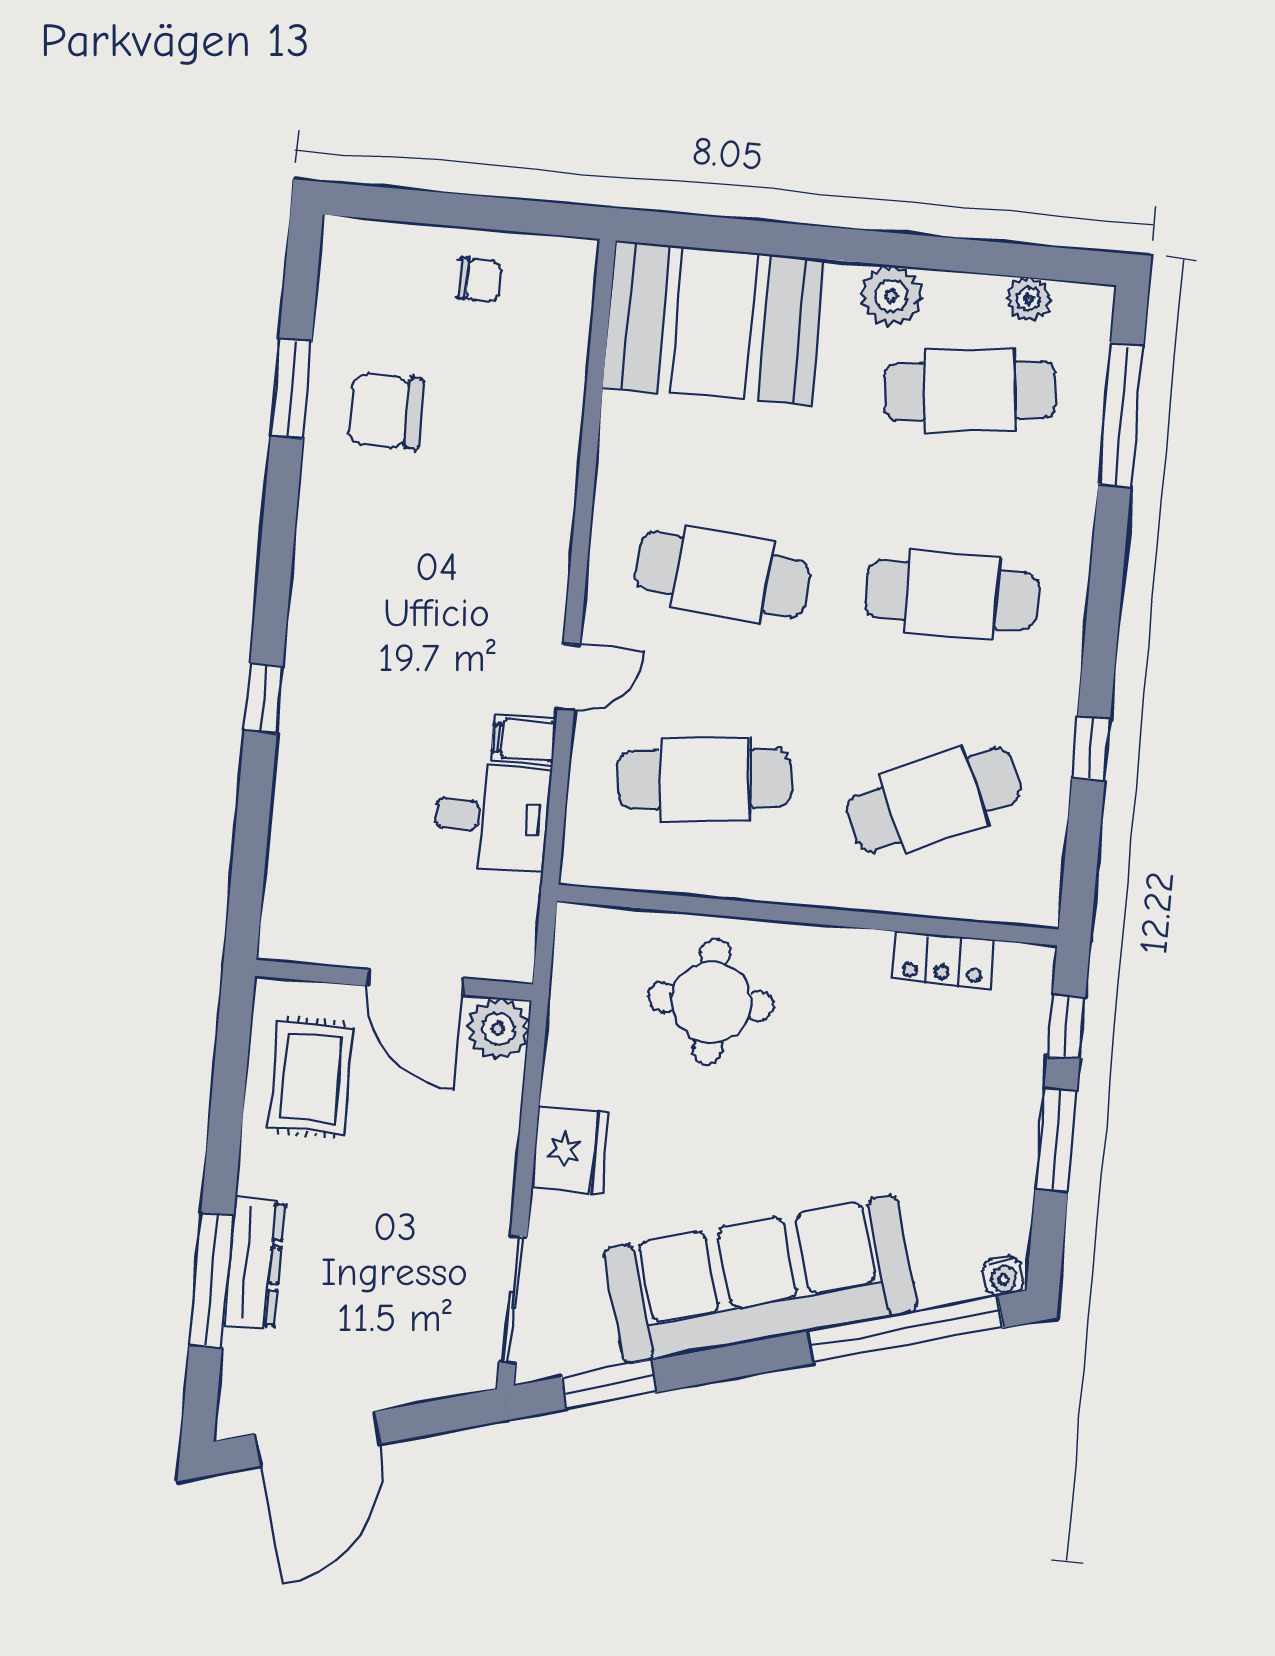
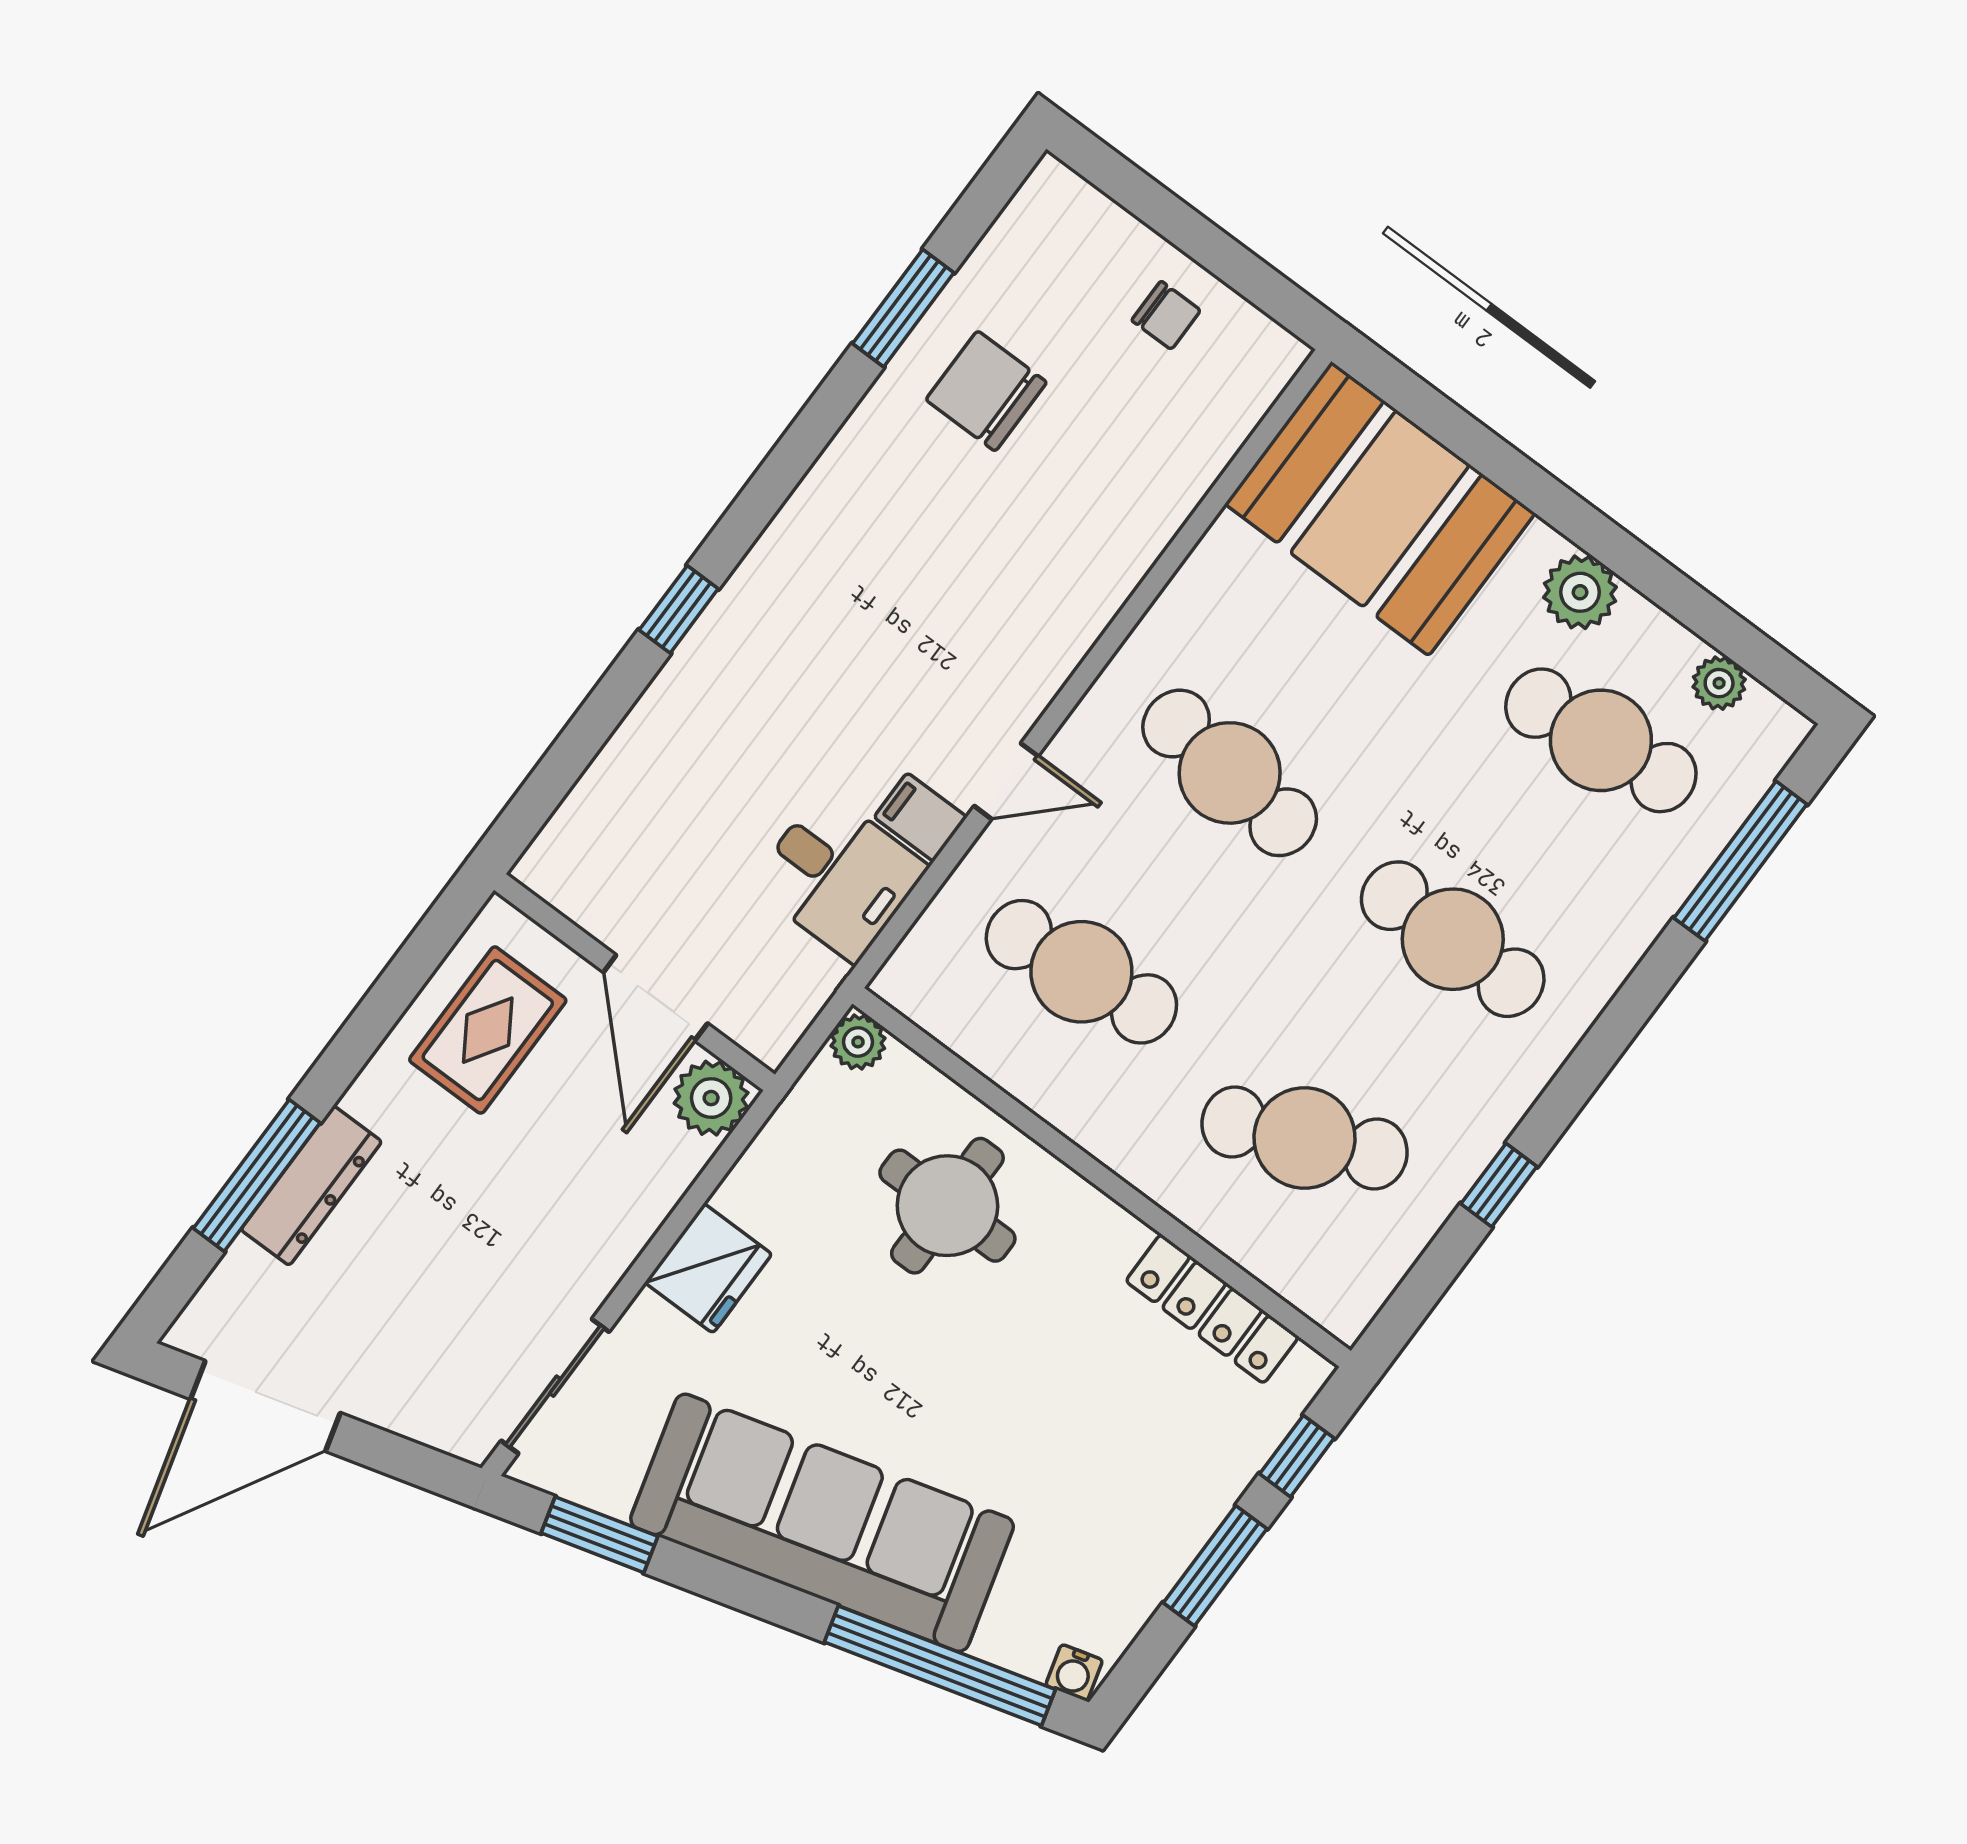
plant: (577, 925) -> (858, 1042), added
locker: (943, 960) -> (1212, 1309), width x1.53

